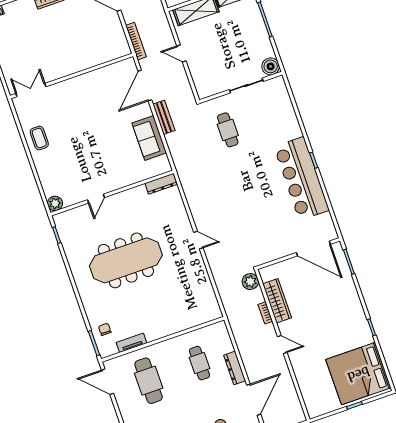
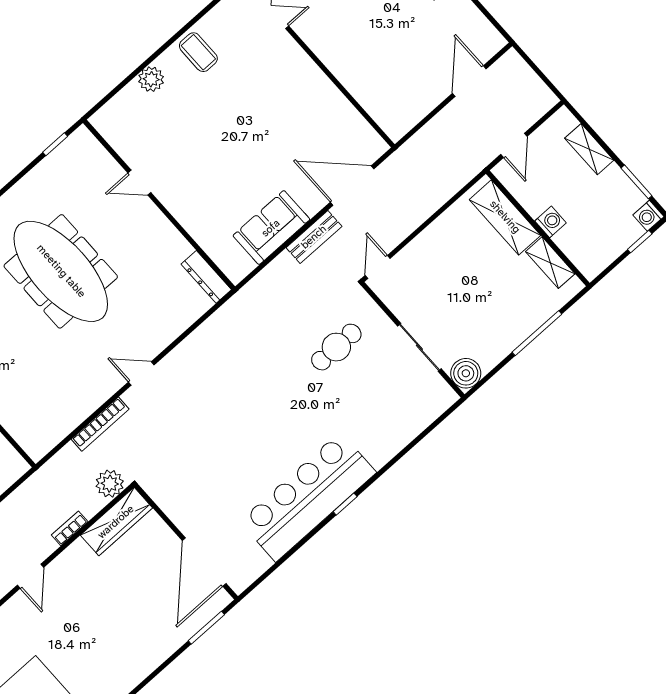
bookcase: (136, 41) -> (100, 424), moved
door: (181, 53) -> (378, 267), moved
coffee table: (39, 138) -> (198, 52), turned 90
plant: (55, 203) -> (151, 79), moved
door: (198, 240) -> (141, 373), swing flipped
wardrobe: (277, 301) -> (116, 522), moved

